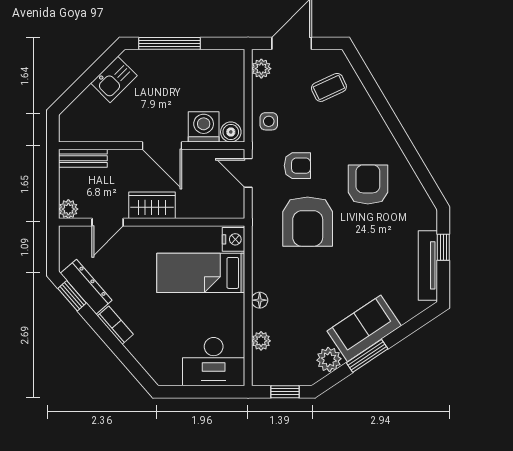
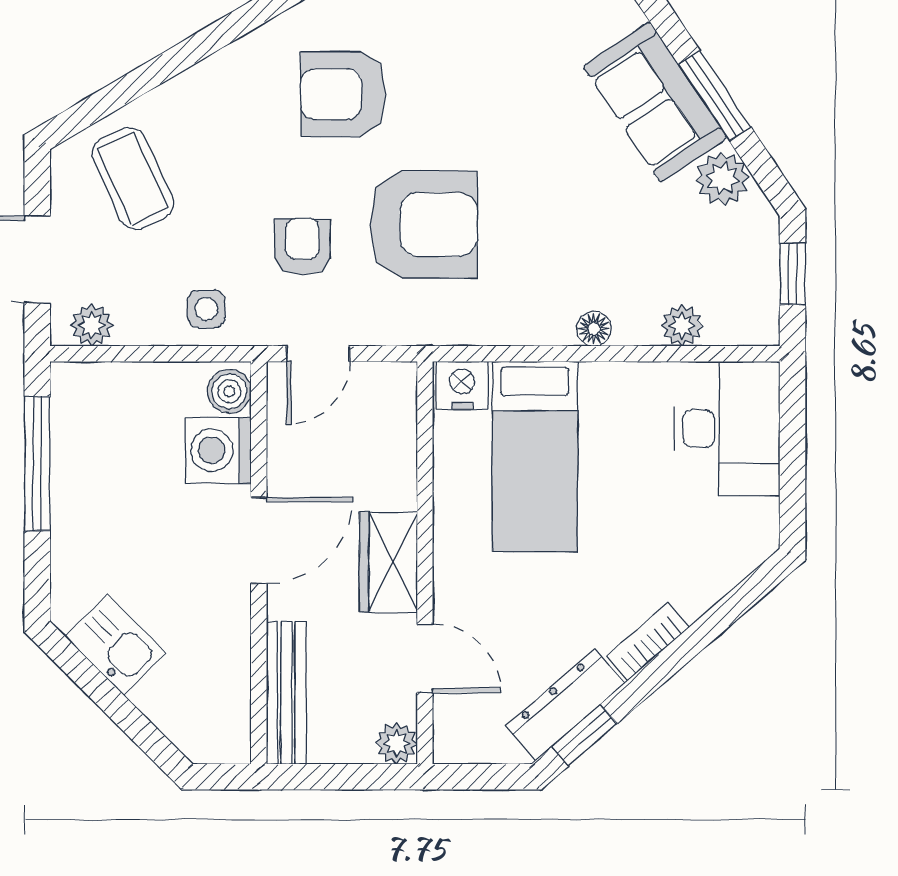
window: (170, 43) -> (37, 464), moved
coffee table: (329, 87) -> (133, 178), width x1.36, depth x1.30
bench: (83, 158) -> (286, 693), width x1.36

